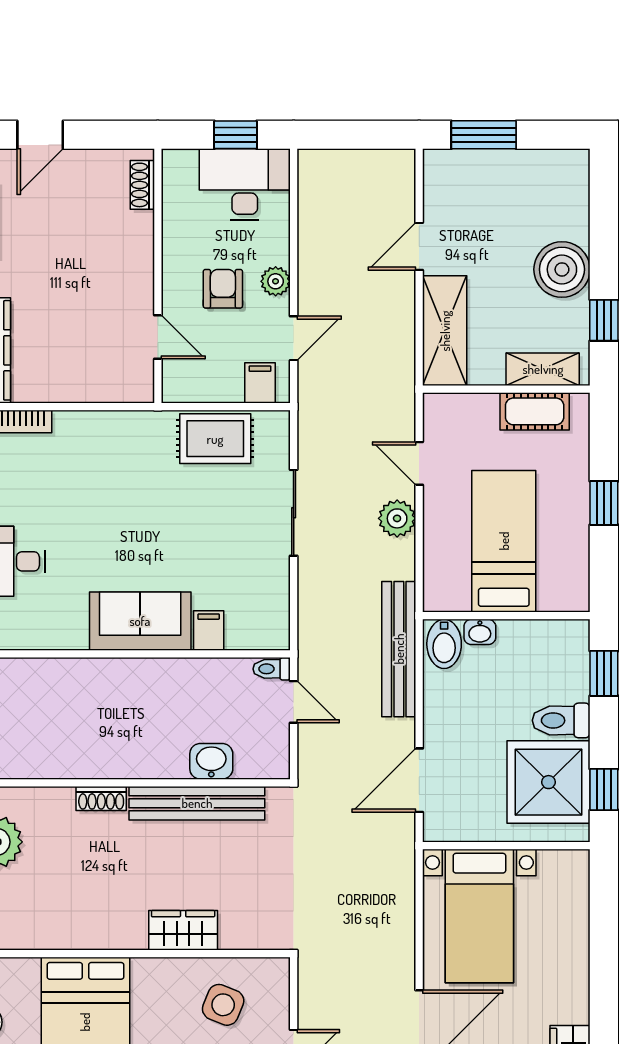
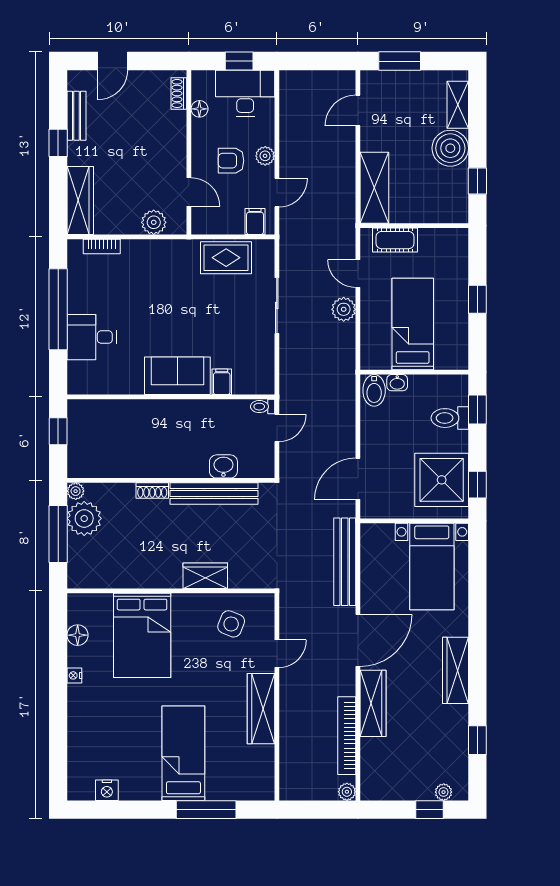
floor lamp: (174, 209) -> (199, 109), added
door: (419, 246) -> (358, 111), moved
armchair: (223, 289) -> (231, 161), turned -90
shelving: (543, 369) -> (458, 105), moved, turned 90
plant: (104, 384) -> (154, 222), added
cot: (535, 411) -> (395, 240), moved
bench: (399, 649) -> (345, 562), moved
door: (294, 702) -> (277, 428), hinge flipped
toilet: (561, 720) -> (450, 418), moved
bed with nightstands: (479, 916) -> (432, 566), moved

